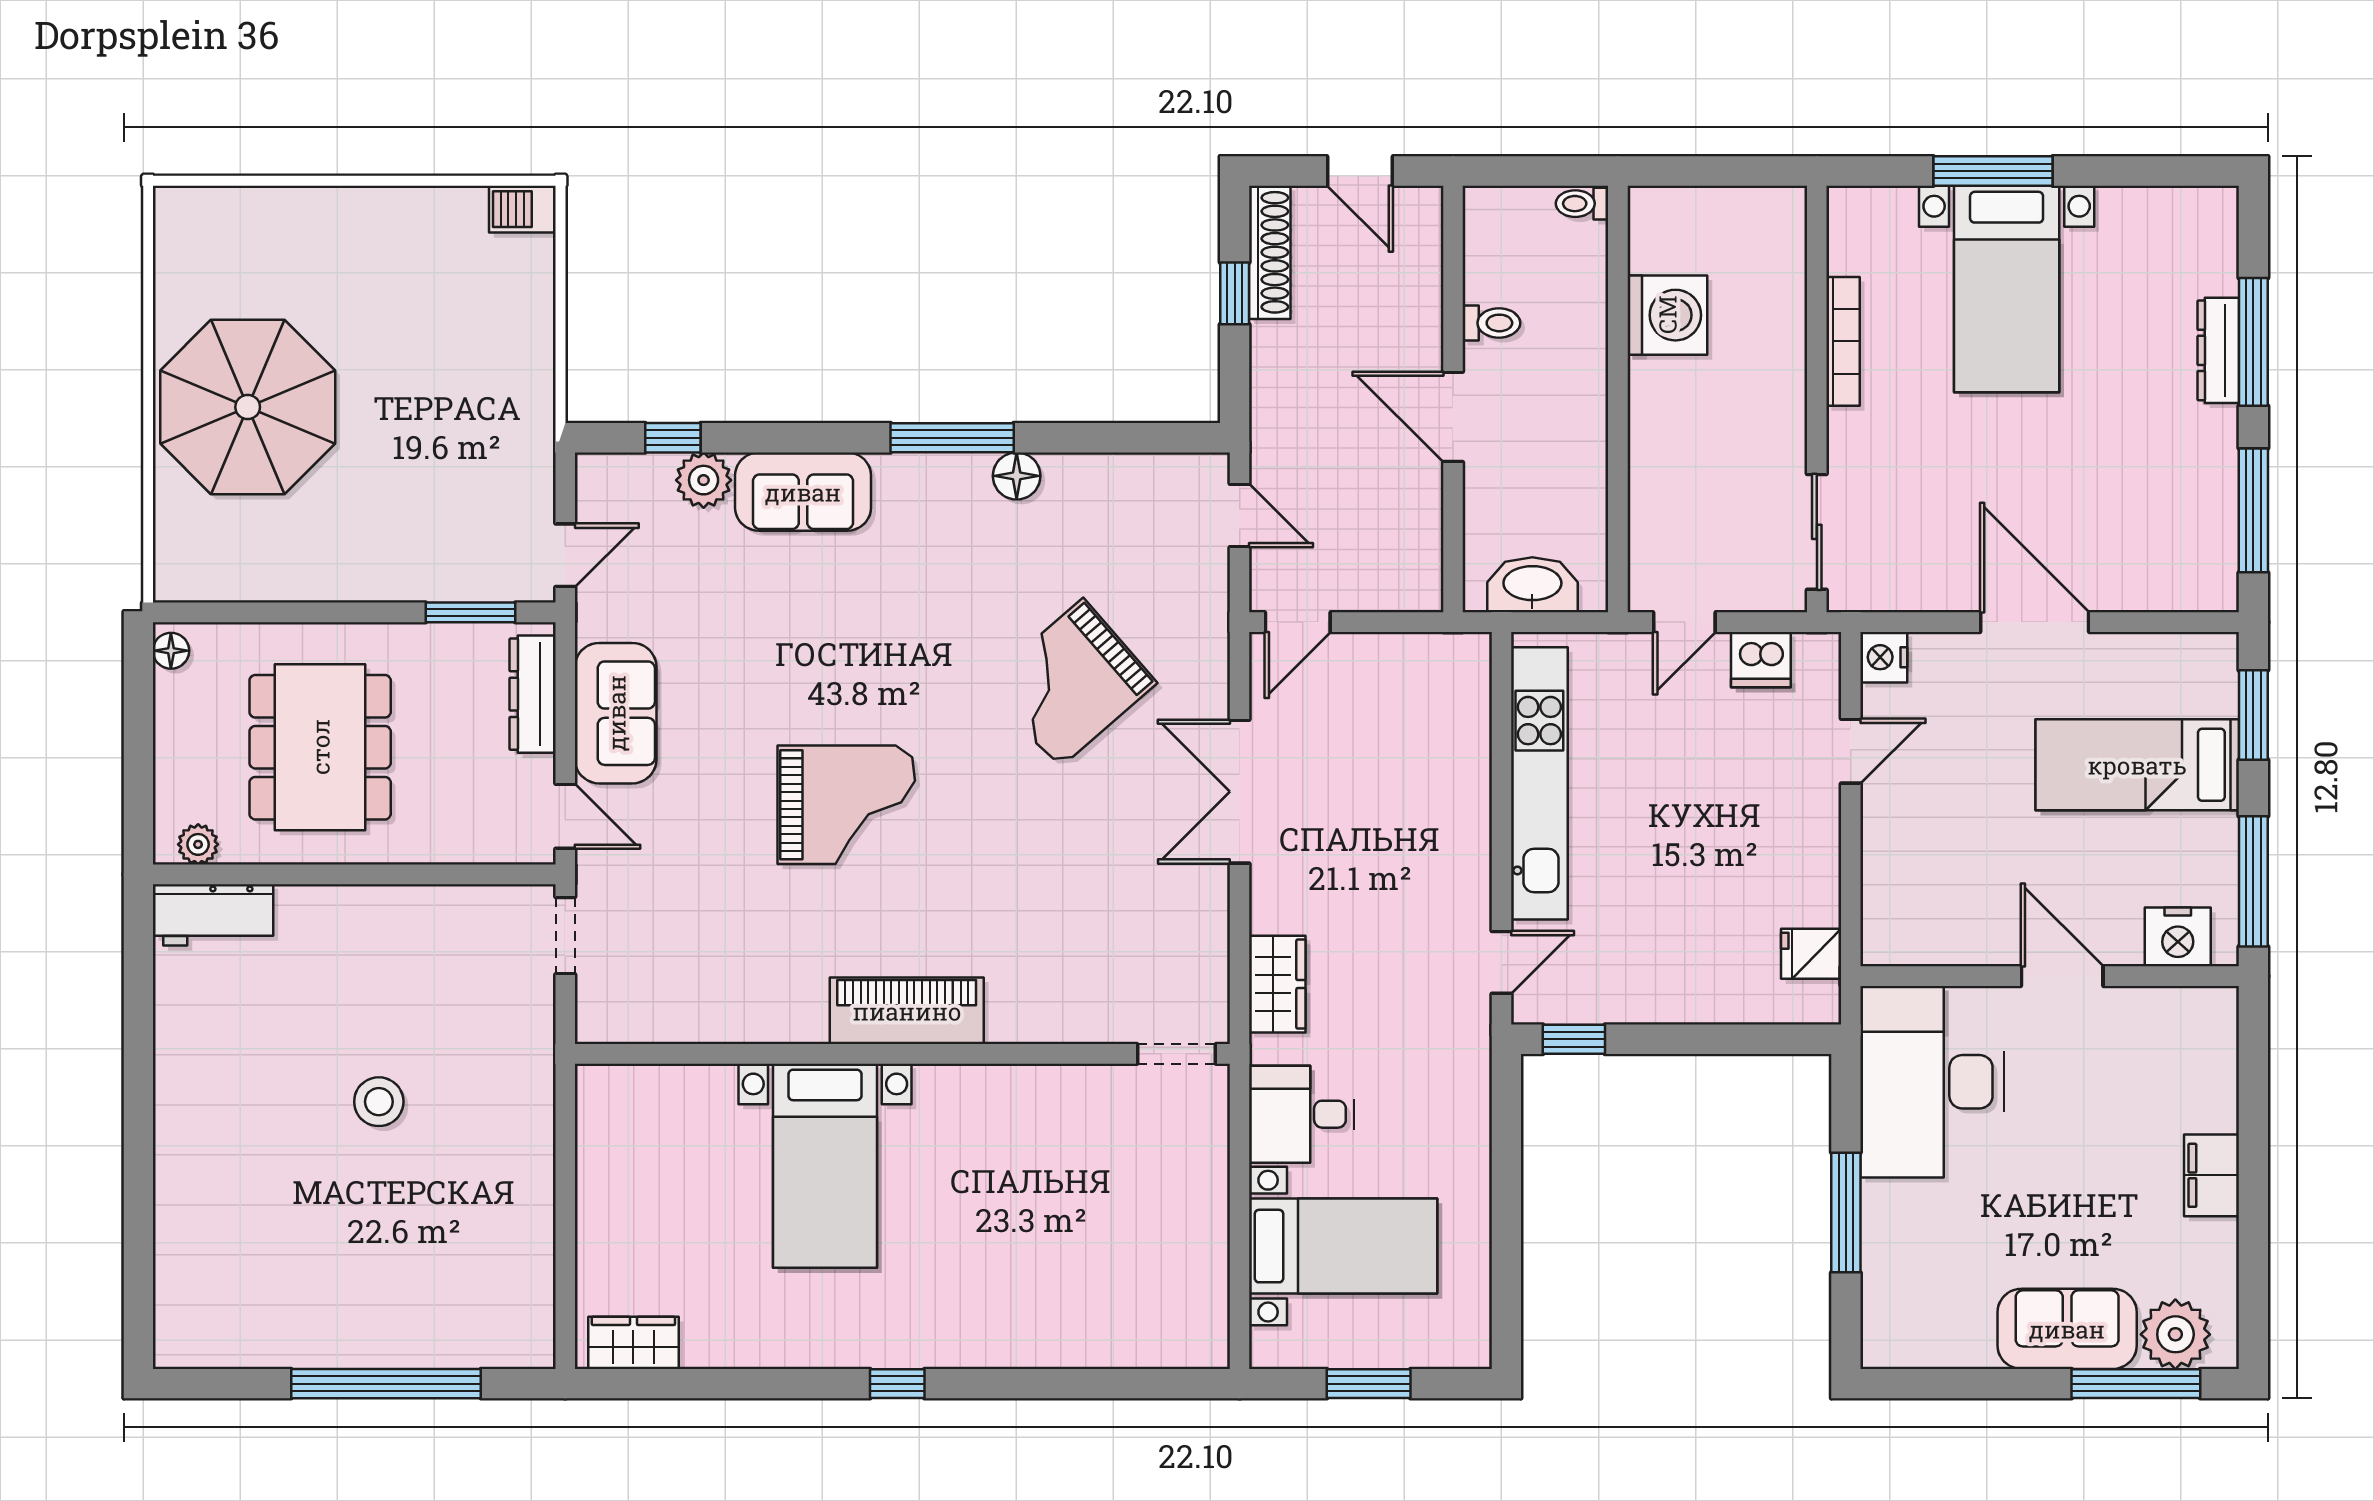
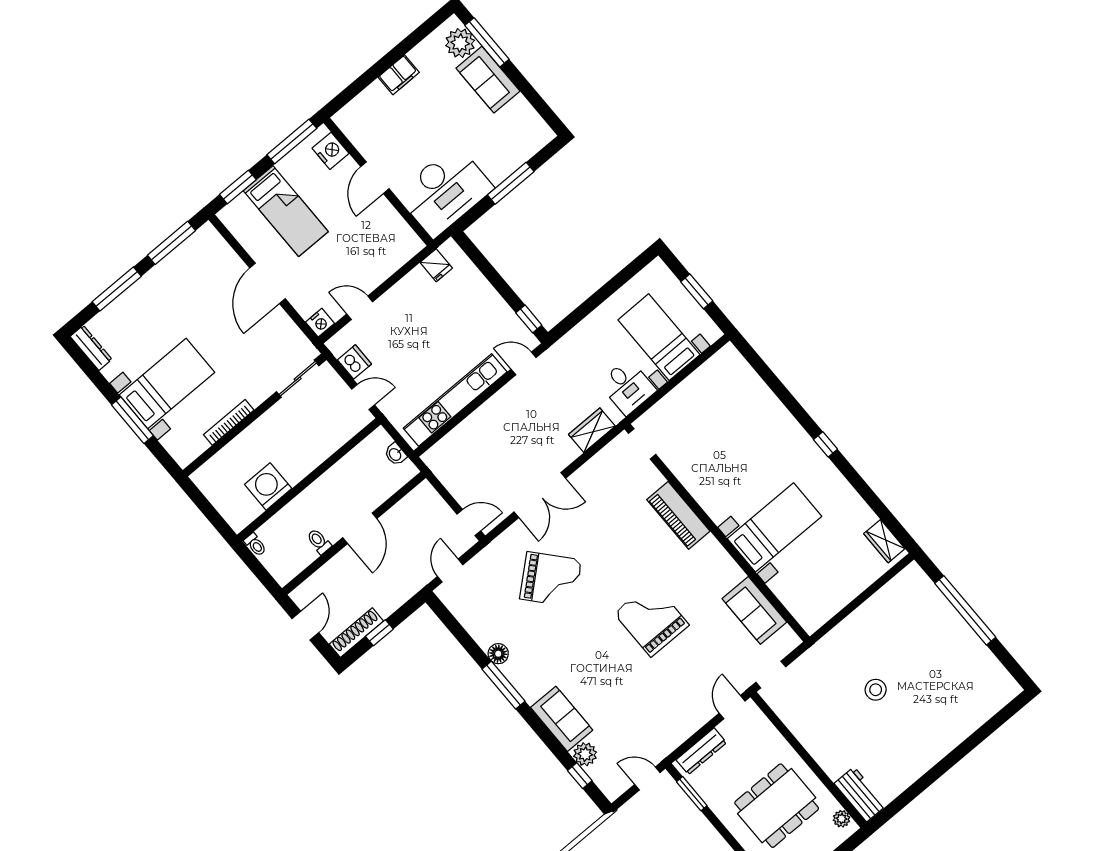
dresser: (2218, 350) -> (91, 348), moved, turned -90
washbasin: (1532, 585) -> (395, 454), width x0.52, depth x0.69
sofa: (616, 713) -> (754, 610), moved, turned -90
piano: (907, 1011) -> (678, 515), moved

